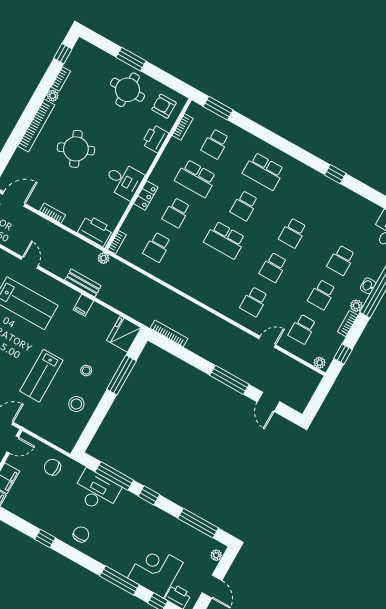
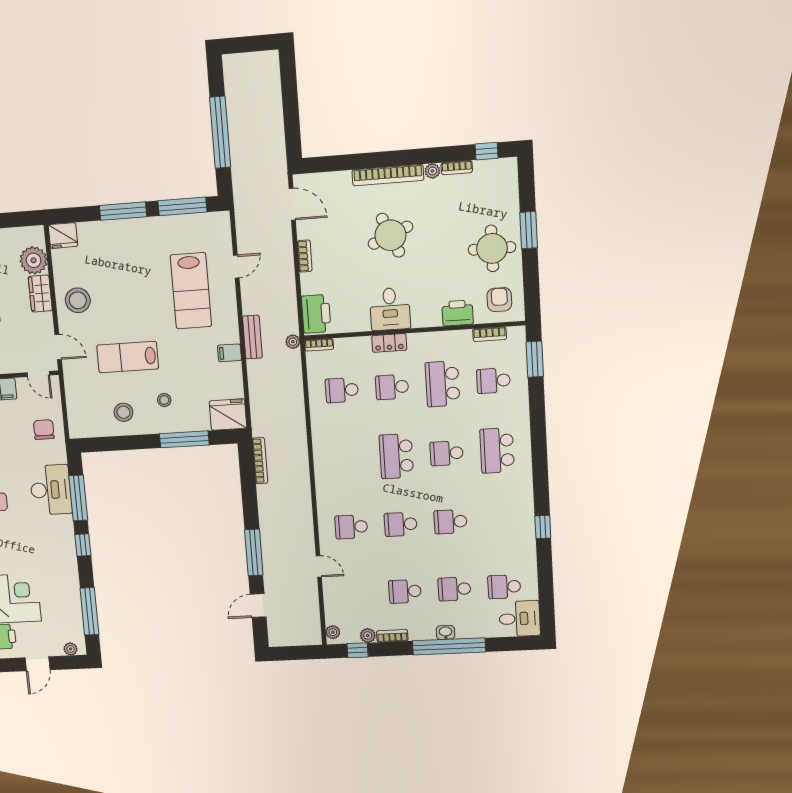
plant: (356, 306) -> (368, 635), moved
school desk: (302, 329) -> (504, 587), moved

